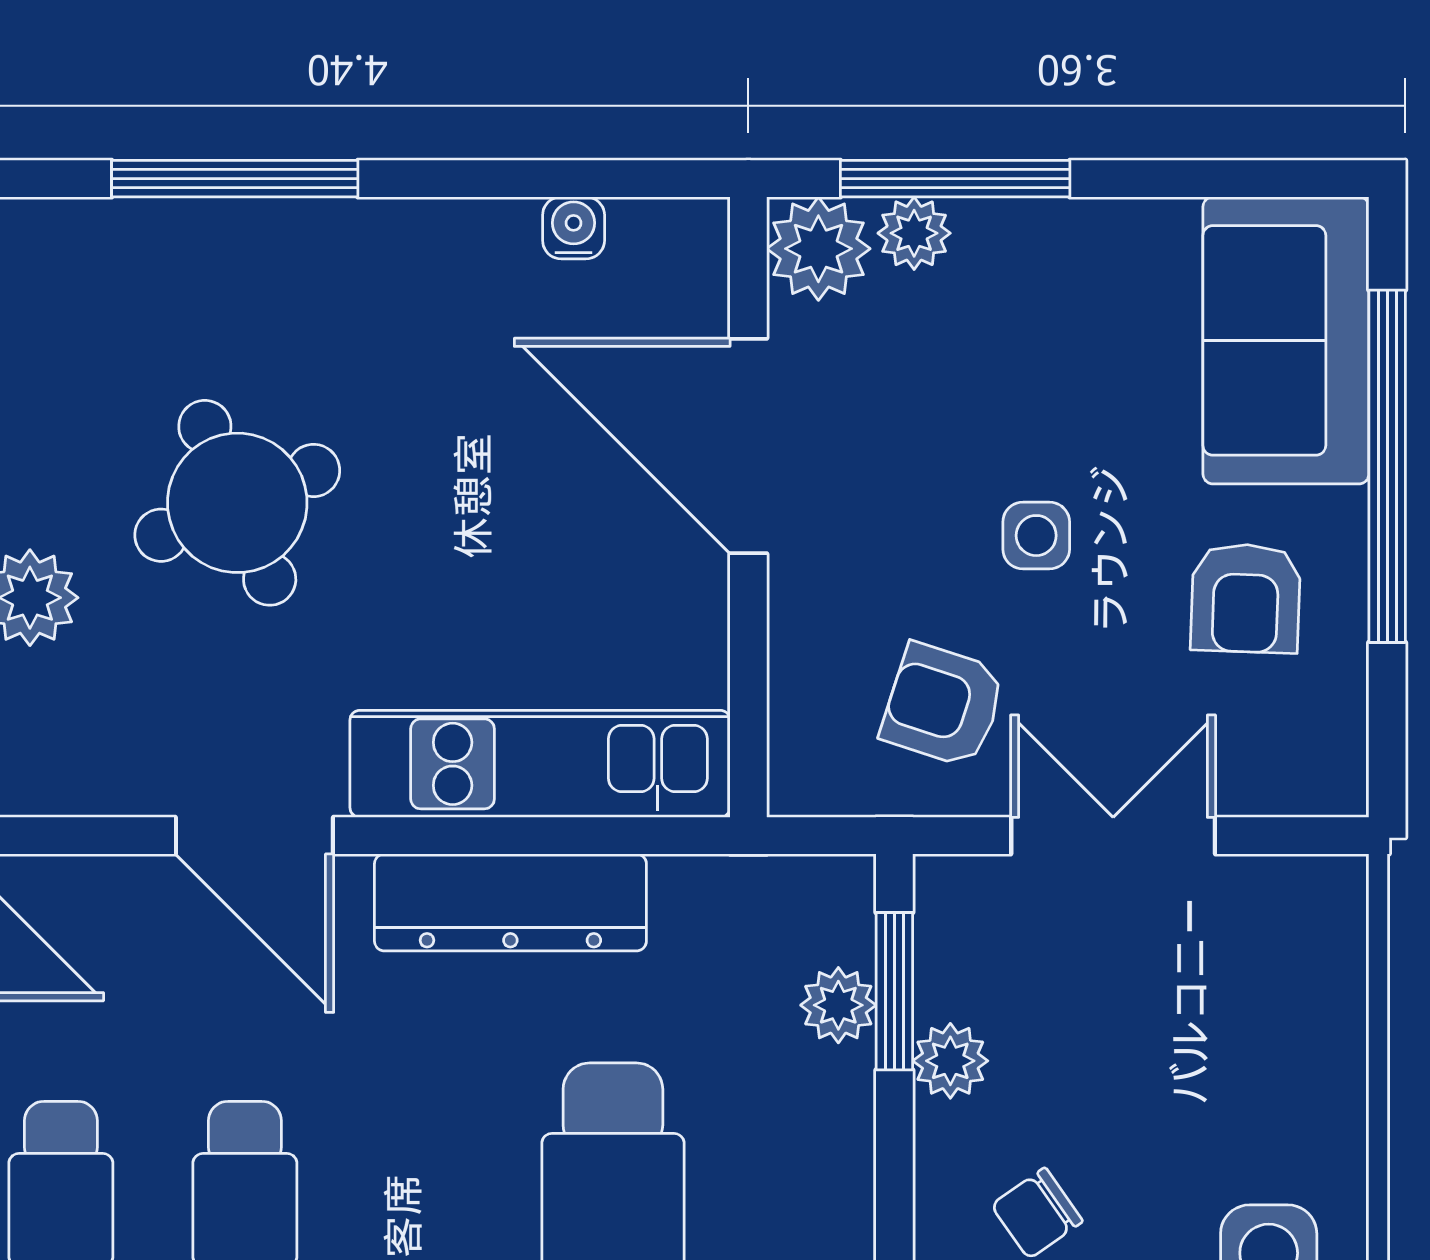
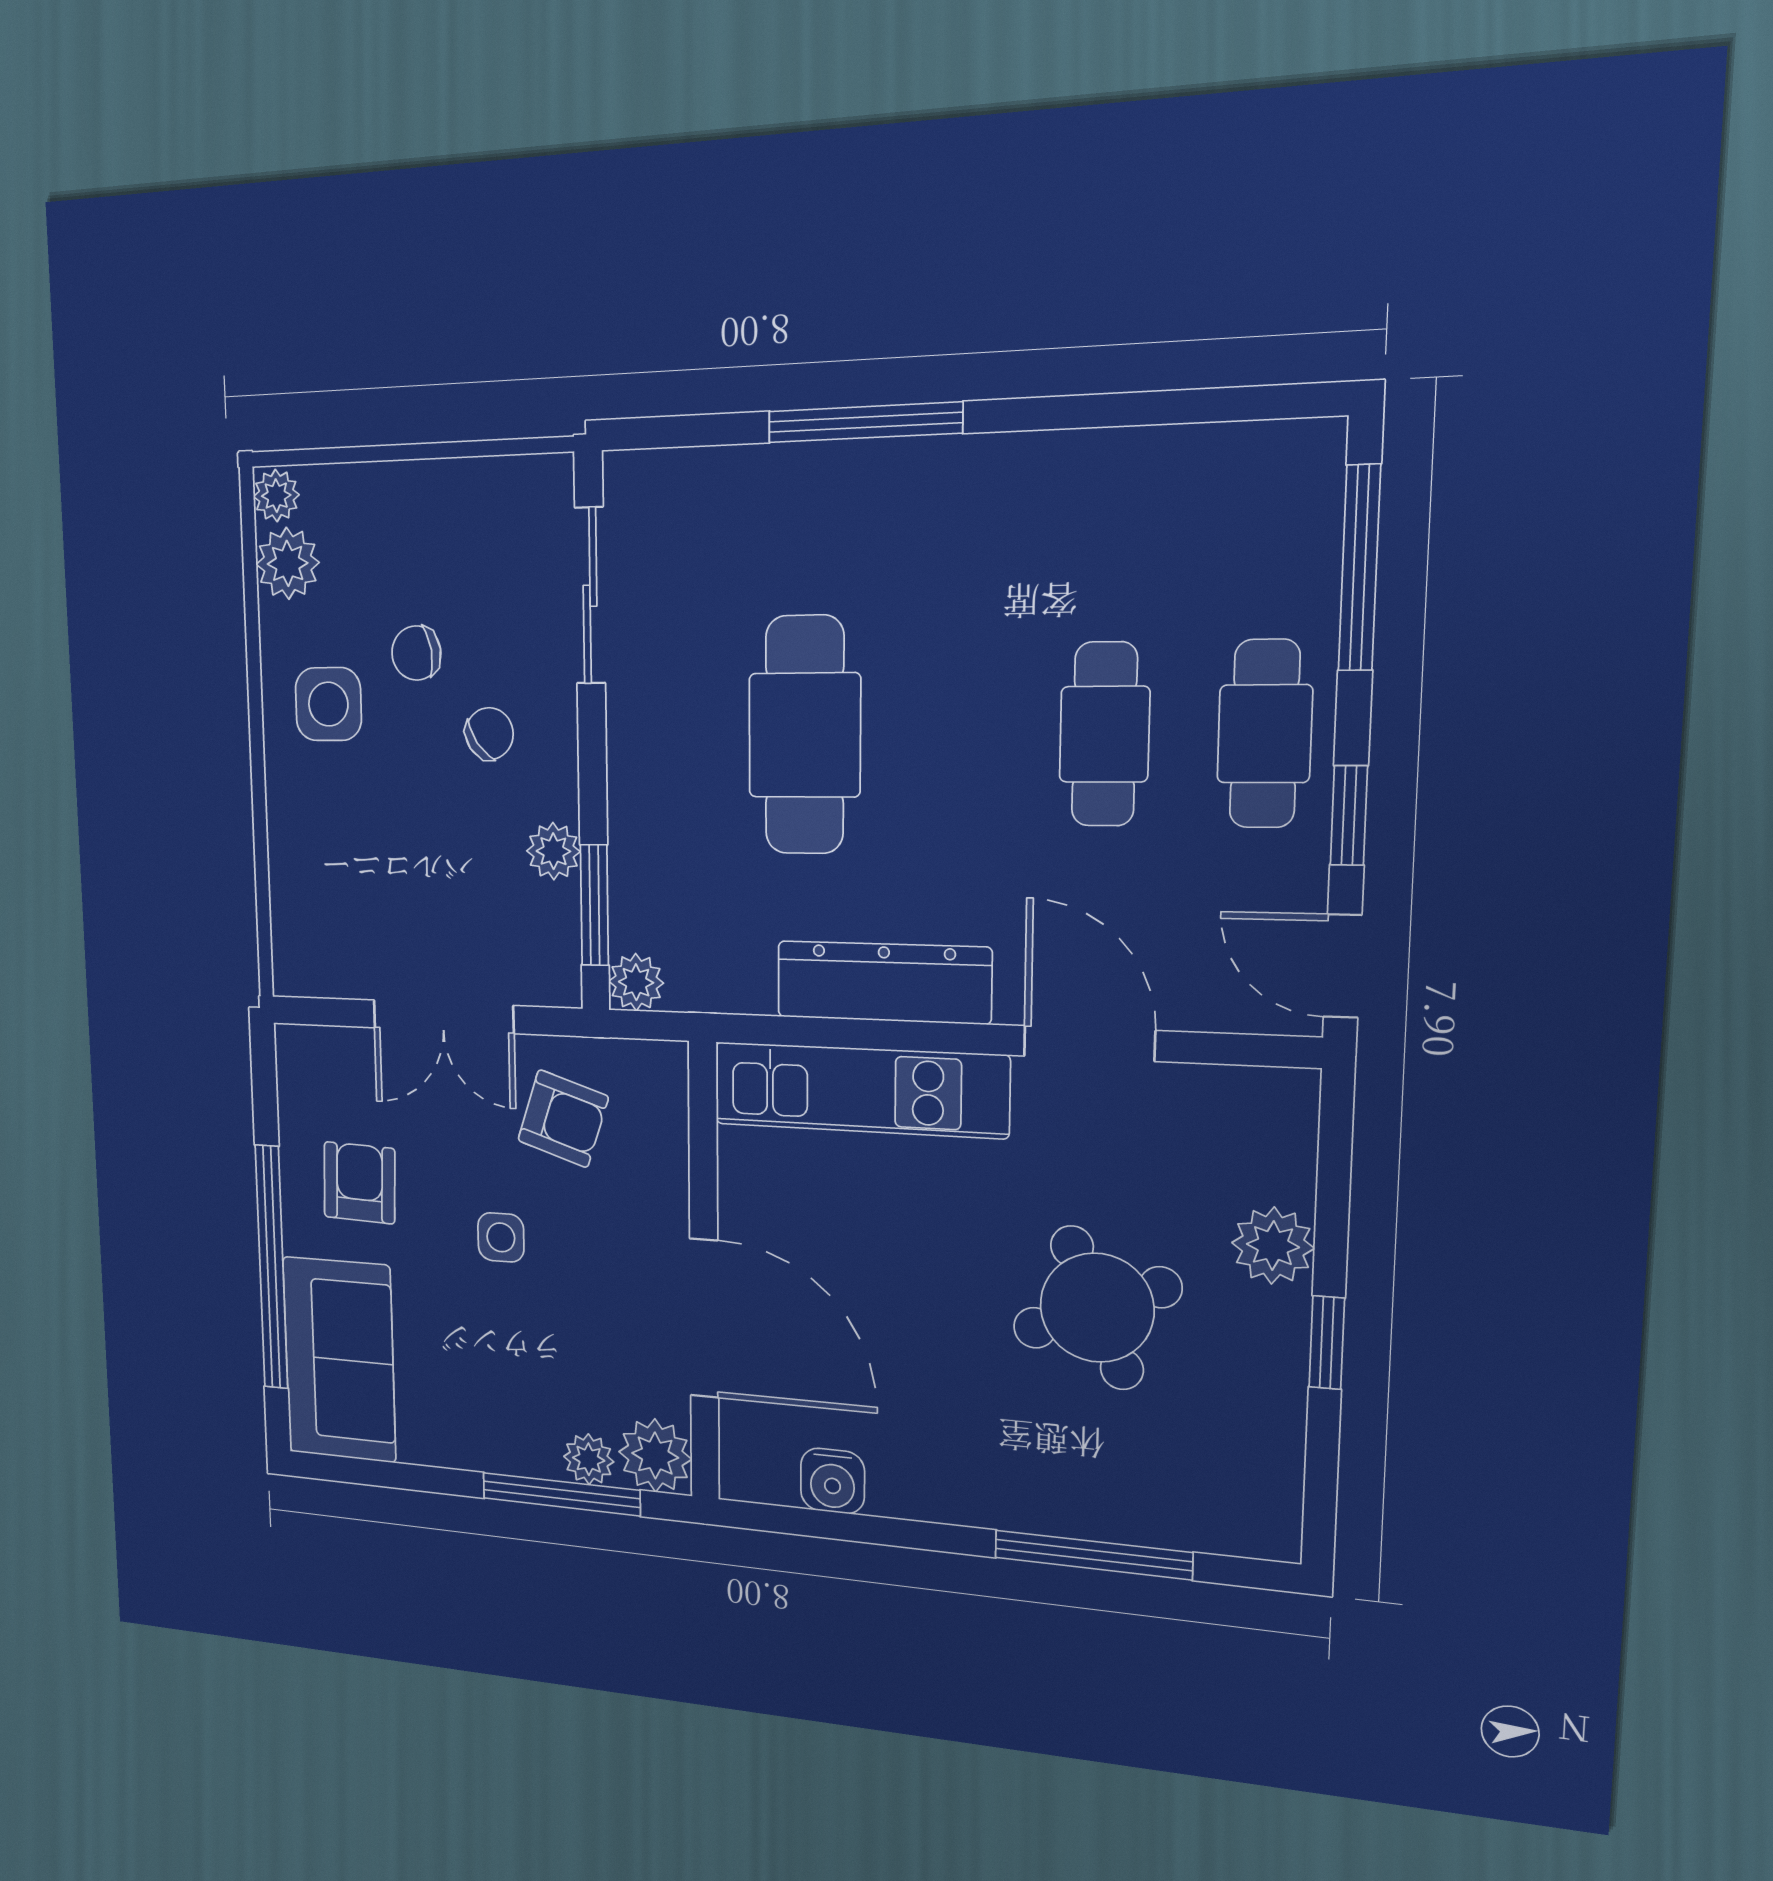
water cooler: (574, 228) -> (833, 1481), width x1.38, depth x1.38
plant: (838, 1005) -> (636, 982), moved

